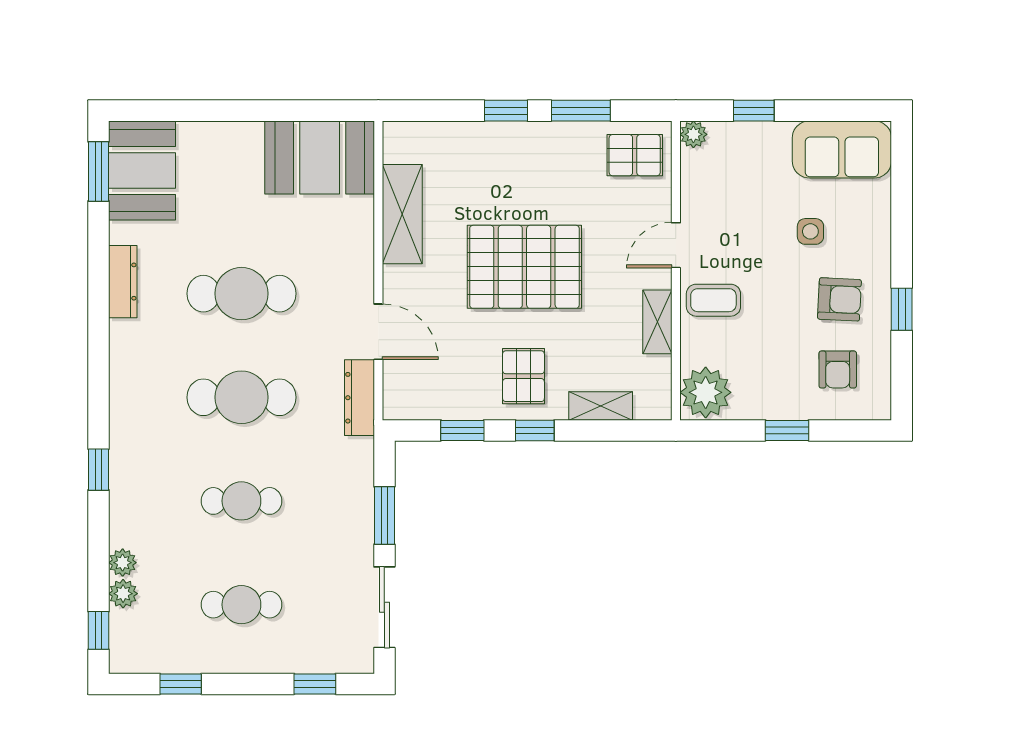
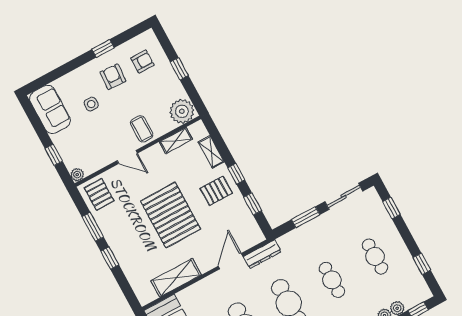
shelving: (657, 322) -> (176, 141), moved

